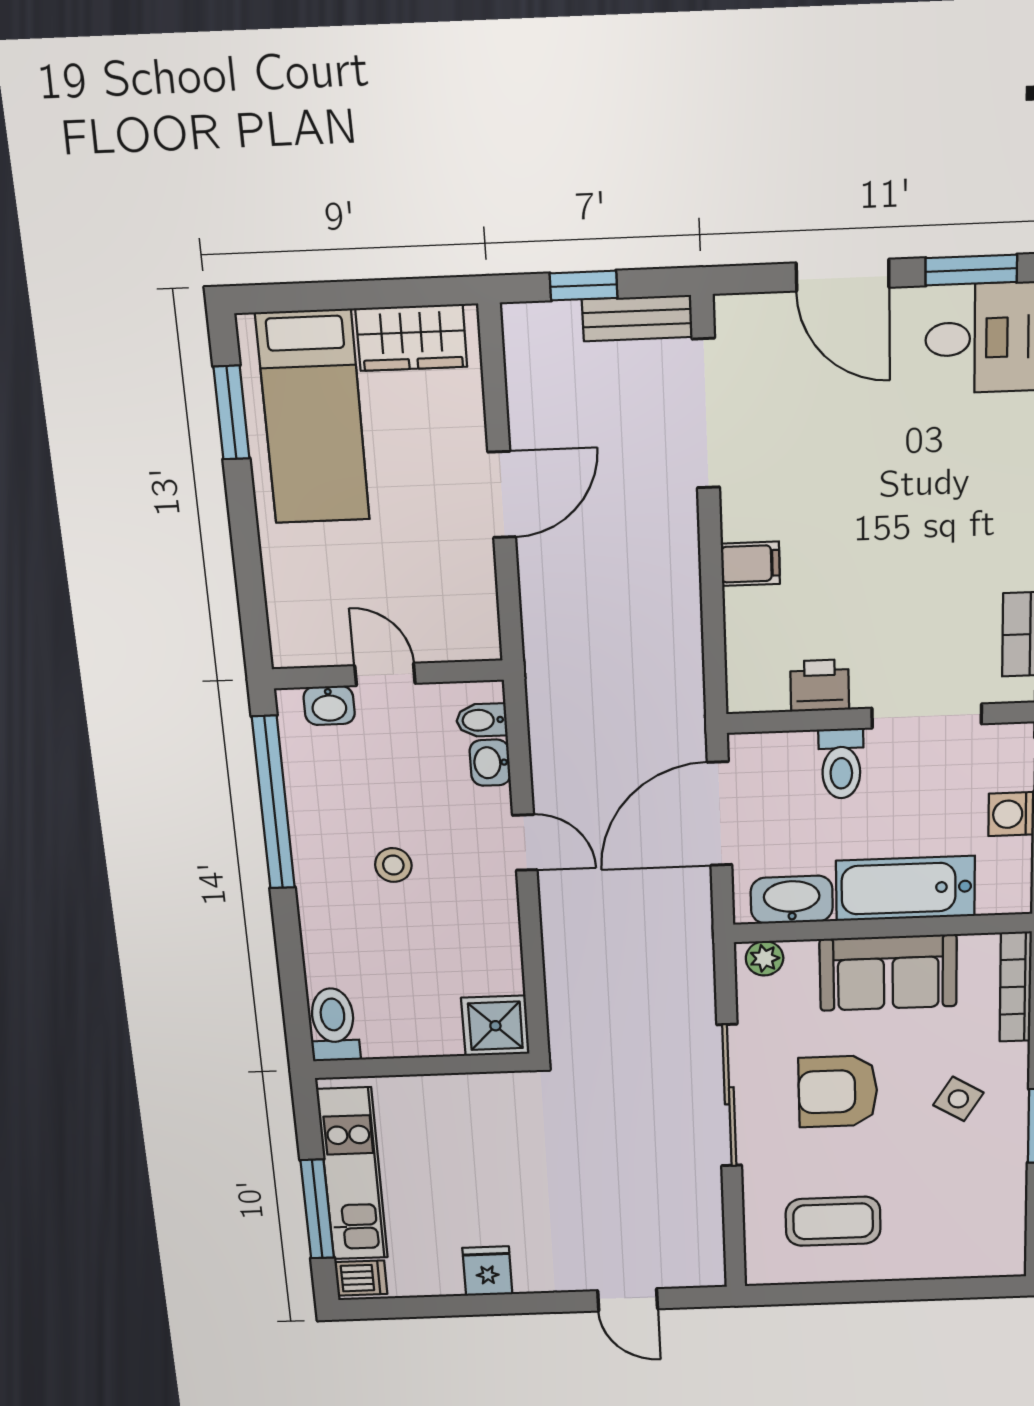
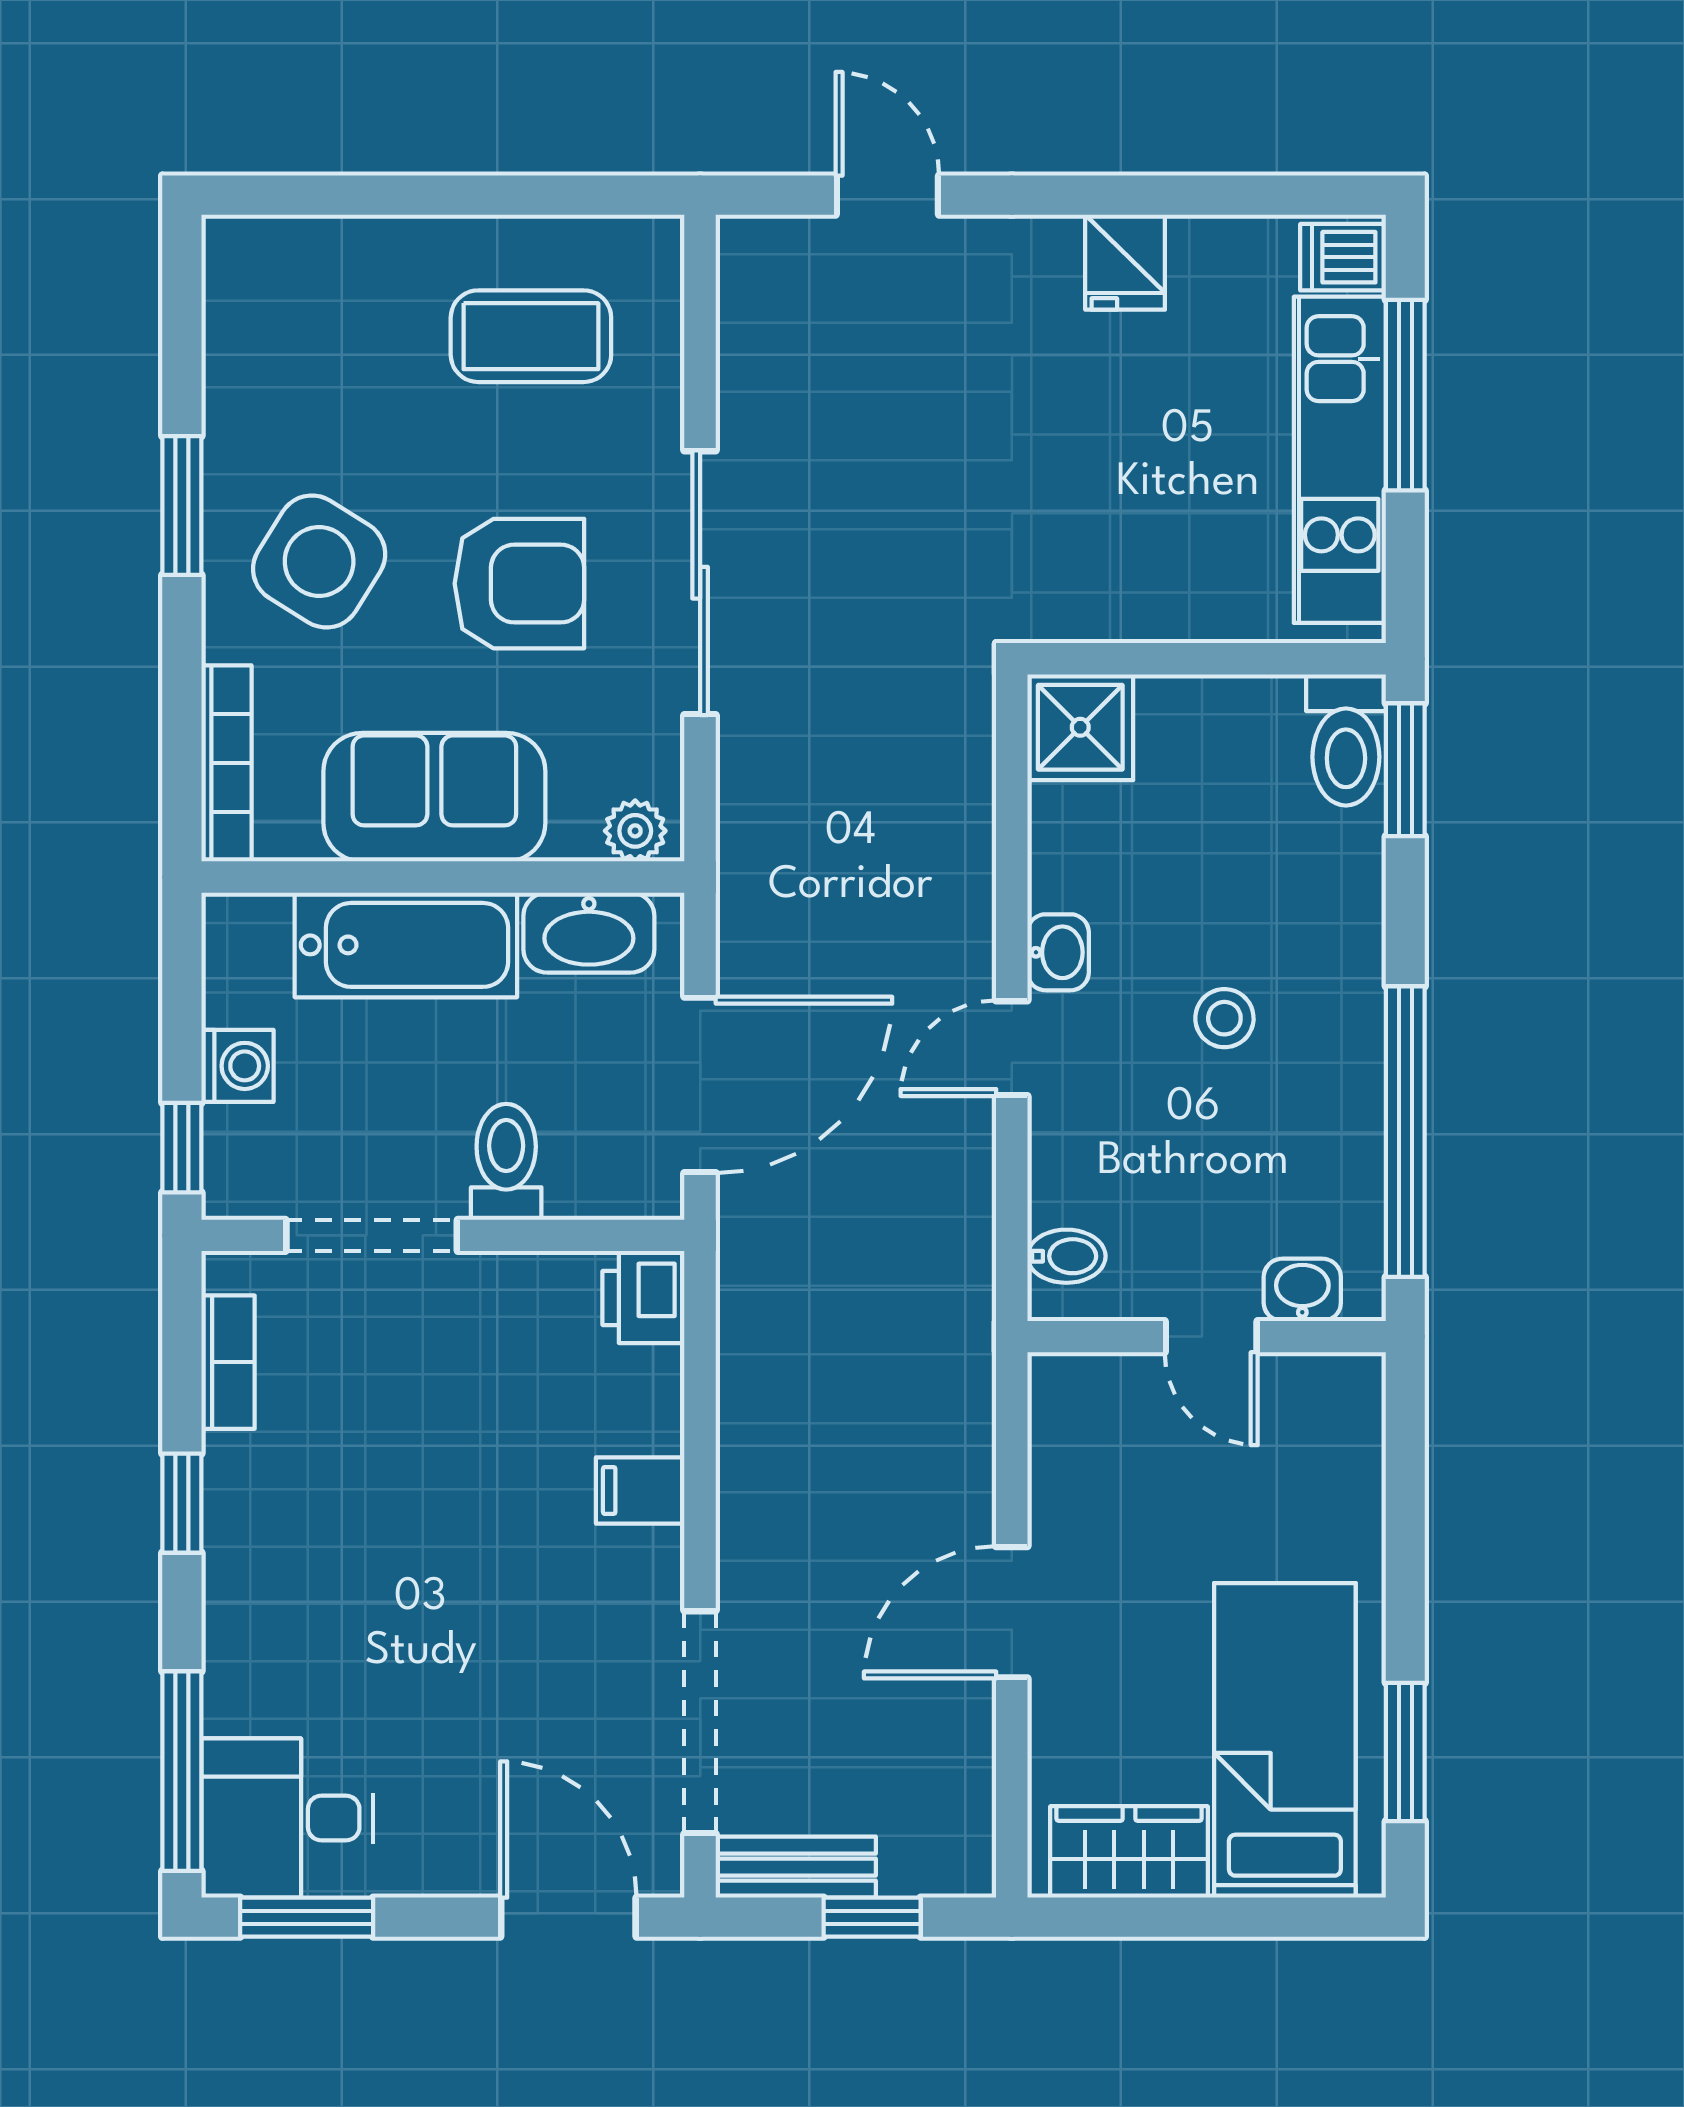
door: (843, 275) -> (568, 1917), moved
printer: (820, 685) -> (643, 1298), moved, turned 90
washbasin: (490, 763) -> (1058, 952), moved
door: (525, 843) -> (1012, 1048), hinge flipped
window: (296, 1010) -> (1405, 770), added
side table: (958, 1099) -> (319, 561), width x1.87, depth x1.87

